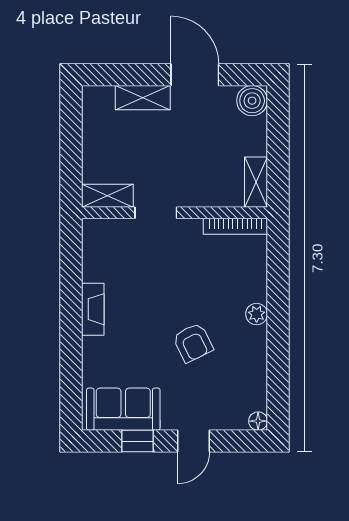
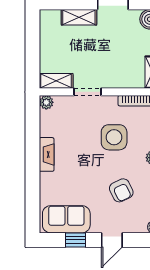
plant: (92, 229) -> (46, 102), added
side table: (197, 283) -> (114, 137), added
armchair: (193, 343) -> (121, 190), moved

